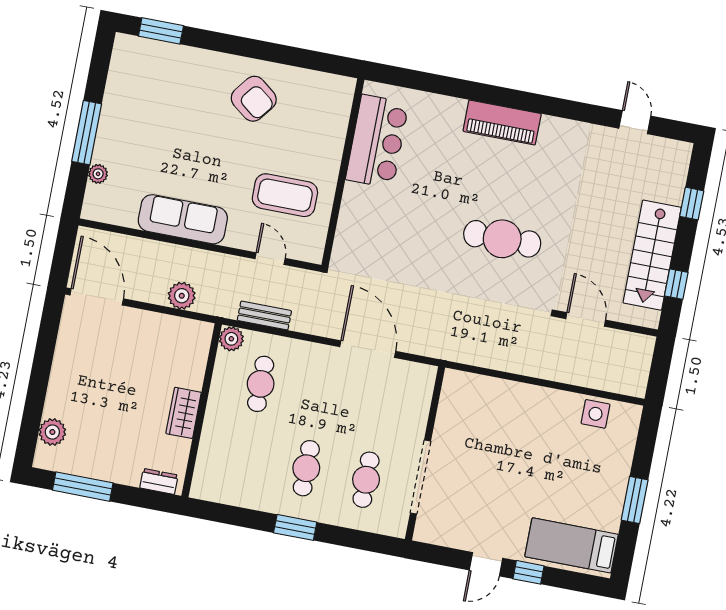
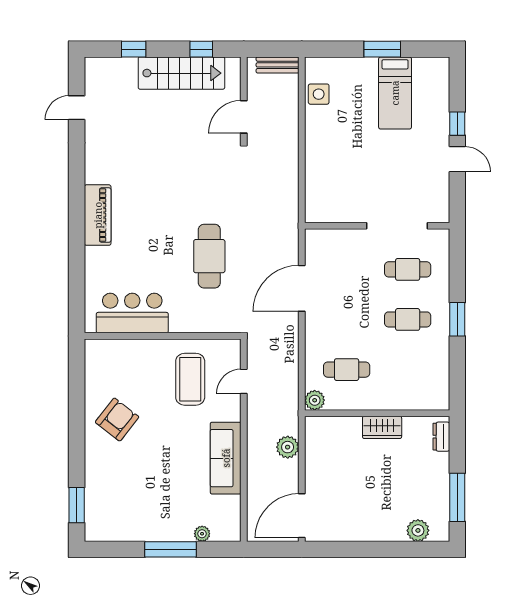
cafe table: (502, 239) -> (209, 256), moved
bench: (264, 316) -> (278, 65), moved, turned 90
bed: (572, 545) -> (395, 93), moved

